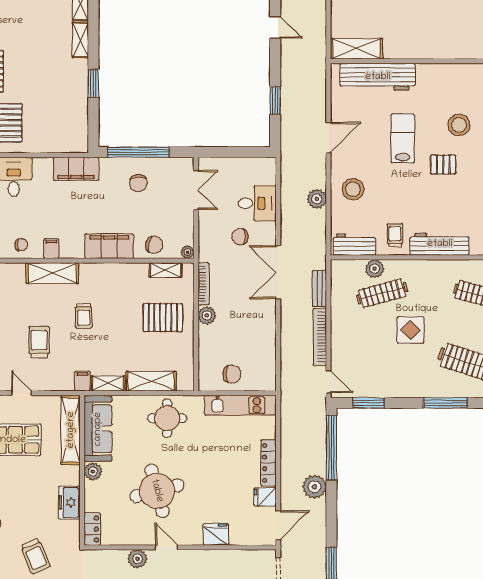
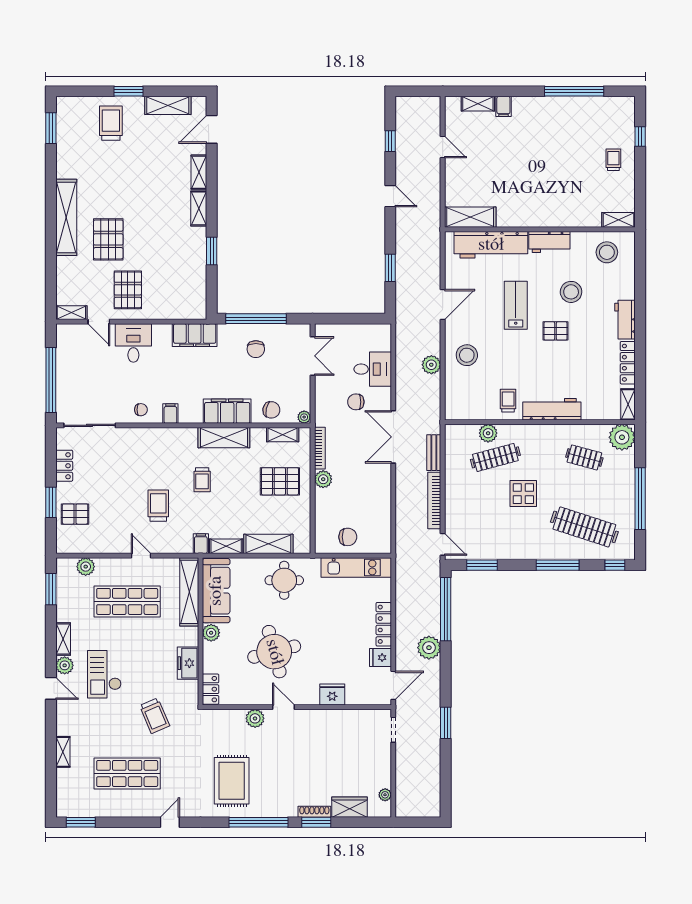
workbench: (354, 245) -> (549, 242), moved, turned 180
shelving: (52, 273) -> (224, 438), moved

